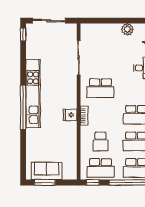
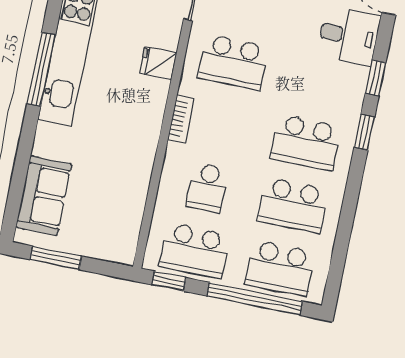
window: (23, 107) -> (41, 69), width x0.68
fridge: (70, 115) -> (158, 63), moved
sofa: (47, 171) -> (44, 196), moved, turned 90

